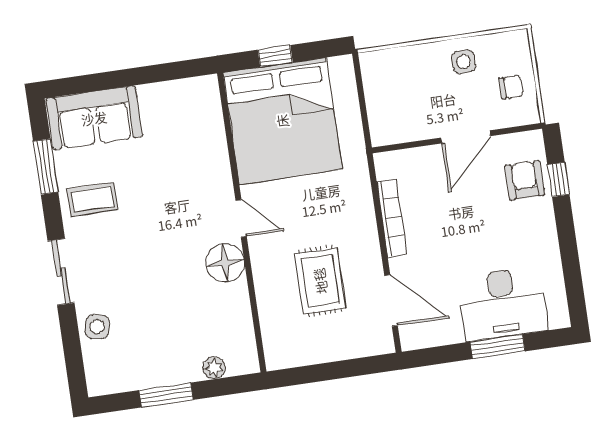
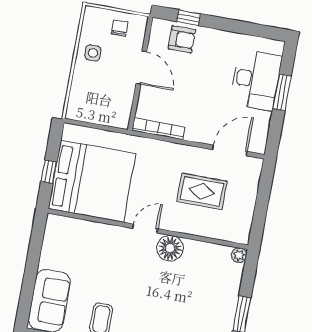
armchair: (525, 180) -> (182, 39), turned 180
bookcase: (392, 218) -> (158, 129), moved
plant: (214, 368) -> (239, 255), moved

